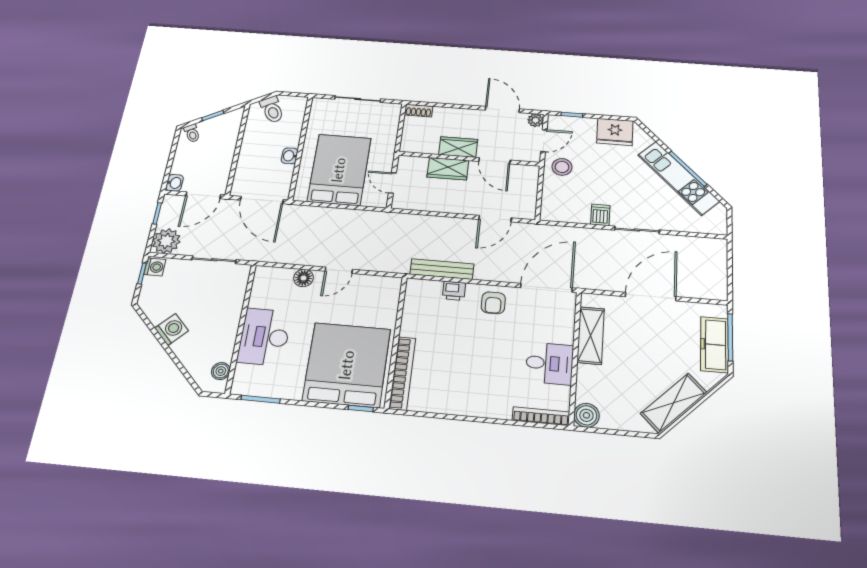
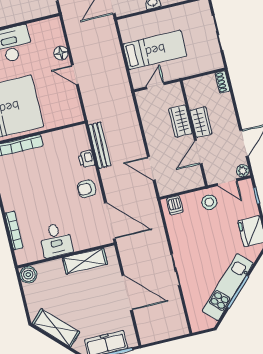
bed: (339, 170) -> (155, 50), width x0.67
dishwasher: (600, 215) -> (175, 205), moved, turned 90
bookcase: (541, 416) -> (14, 230), moved

